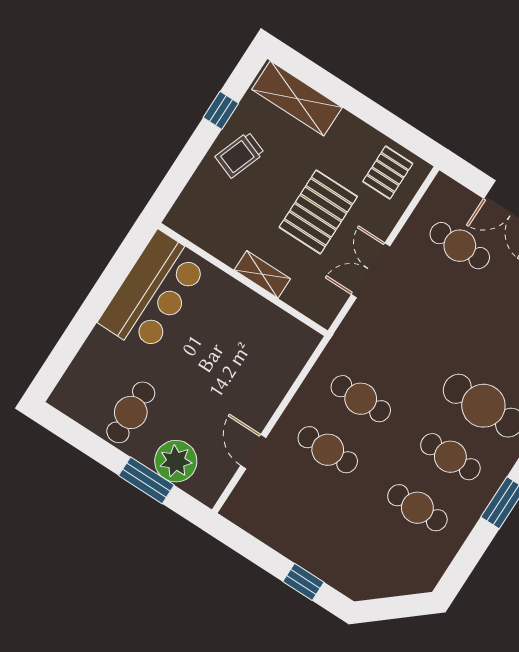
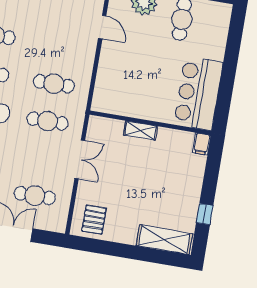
trolley: (240, 155) -> (183, 193), removed
pallet: (318, 212) -> (124, 180), removed
filing cabinet: (181, 216) -> (202, 144), added
cafe table: (328, 450) -> (47, 121), moved

